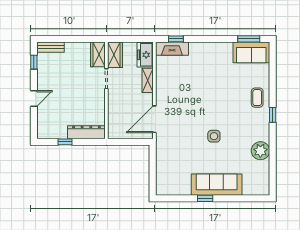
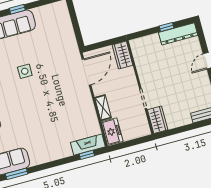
wardrobe: (115, 55) -> (123, 55), moved
dresser: (86, 132) -> (178, 34), moved

